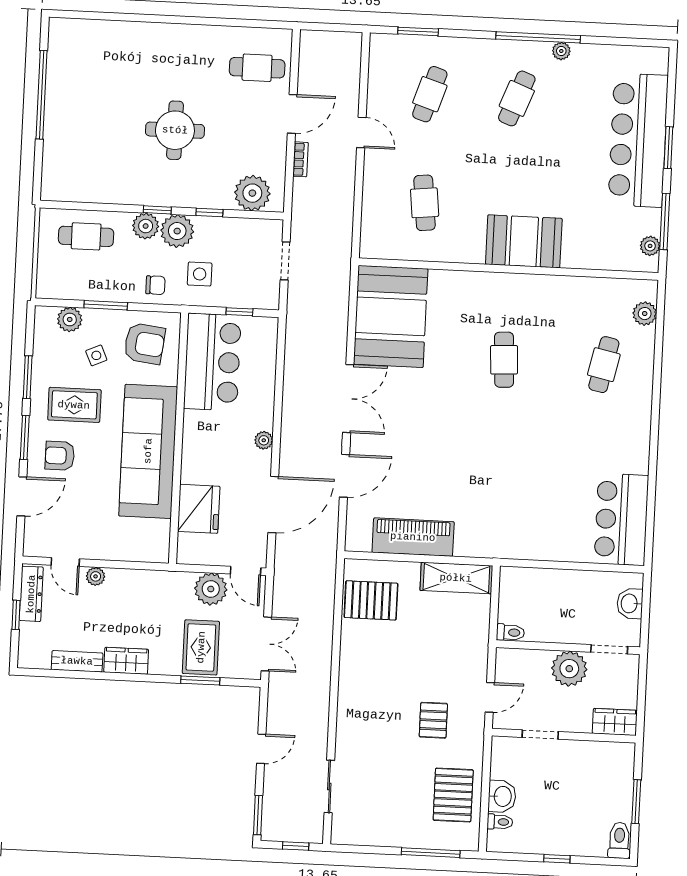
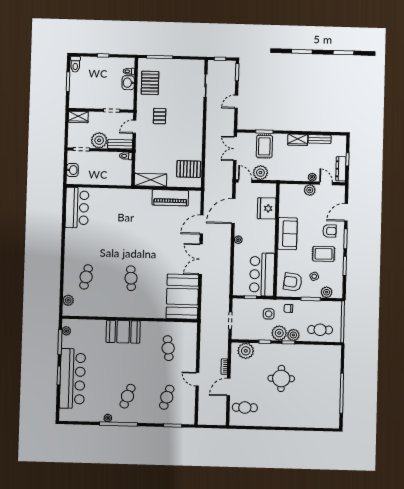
sofa: (148, 451) -> (287, 234), width x0.54, depth x0.79
plant: (102, 548) -> (310, 190), added
bench: (523, 659) -> (120, 144), added

